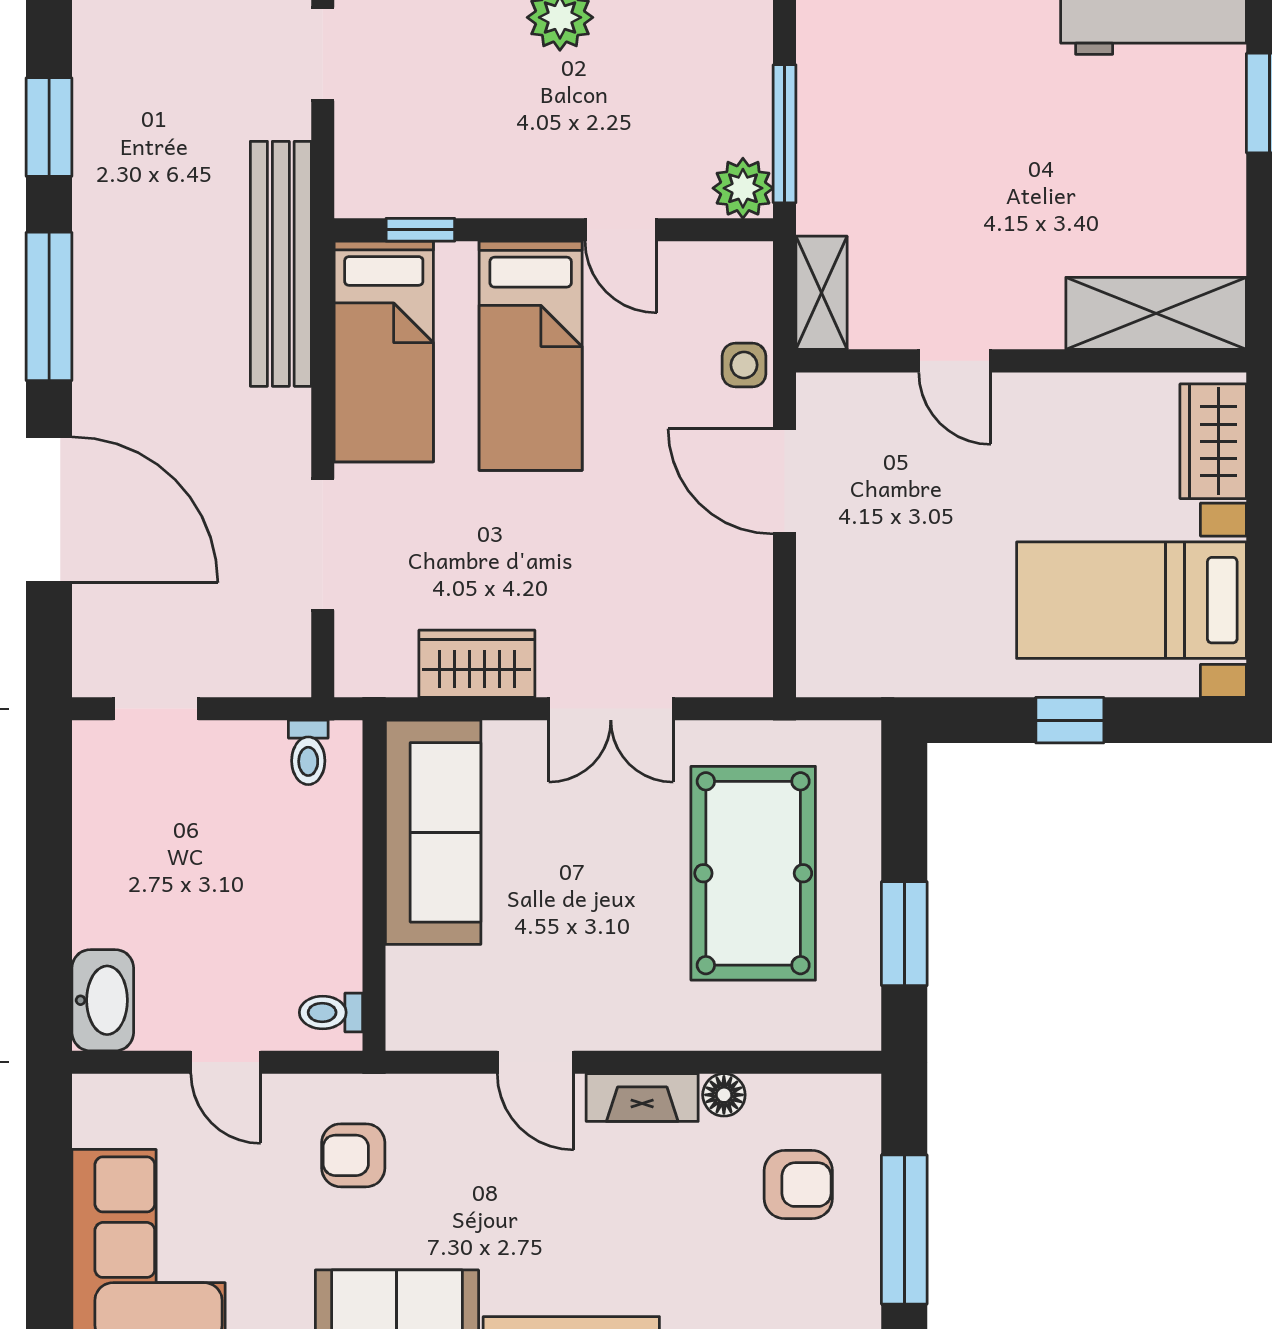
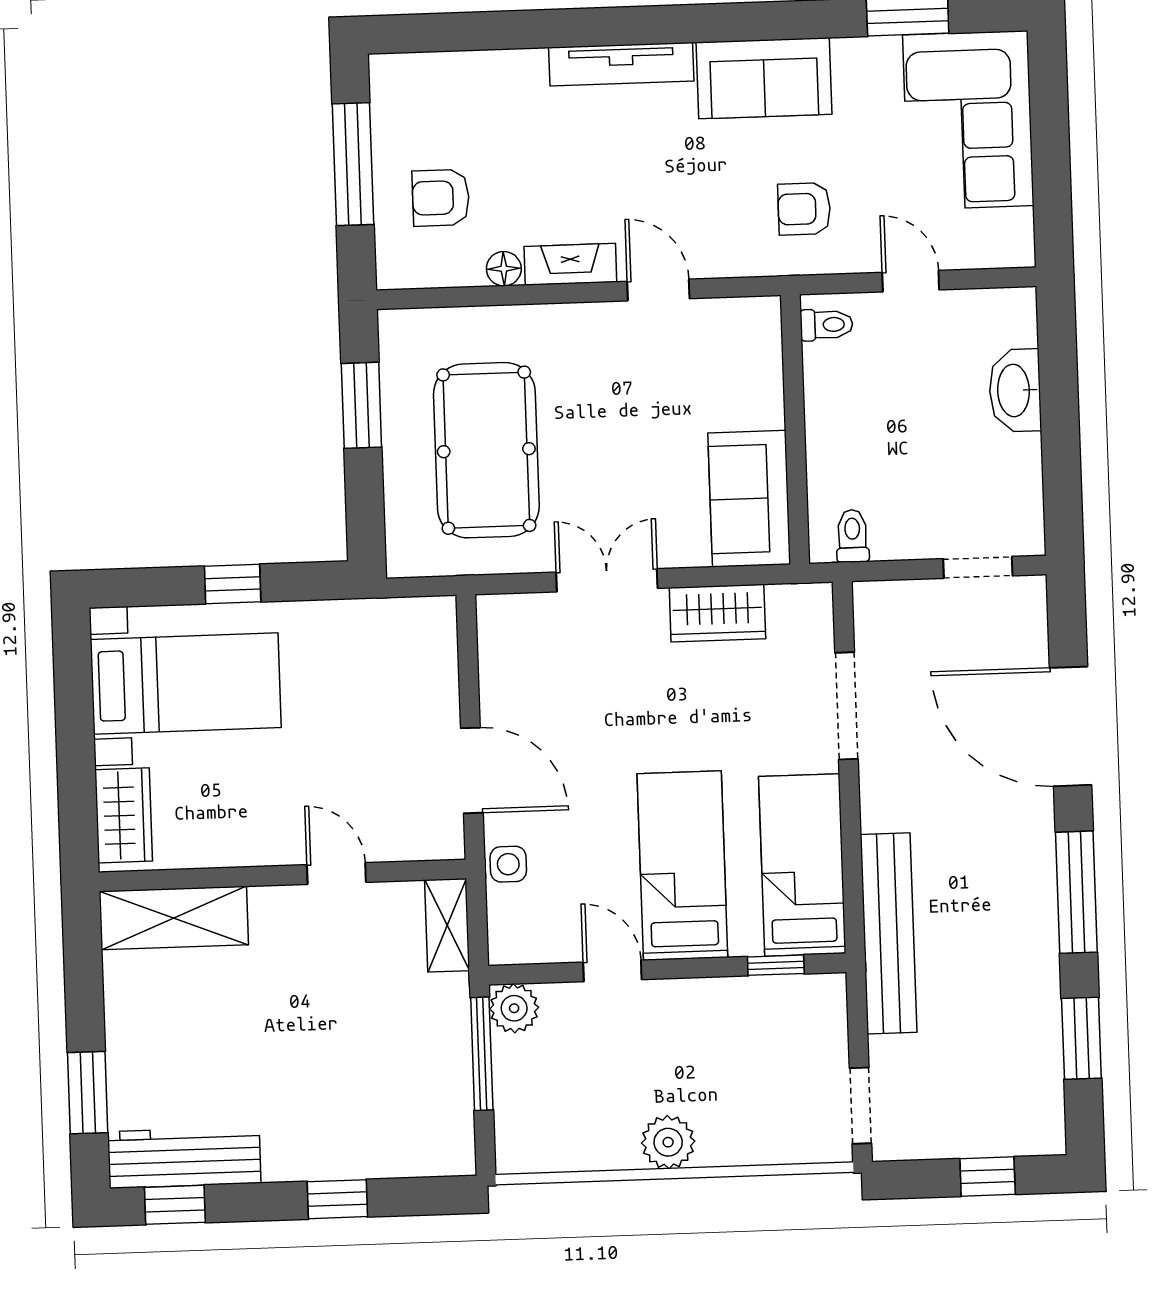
sofa: (433, 832) -> (749, 499), width x0.73
washbasin: (103, 1000) -> (1015, 390), moved
armchair: (353, 1155) -> (804, 209), turned 180

